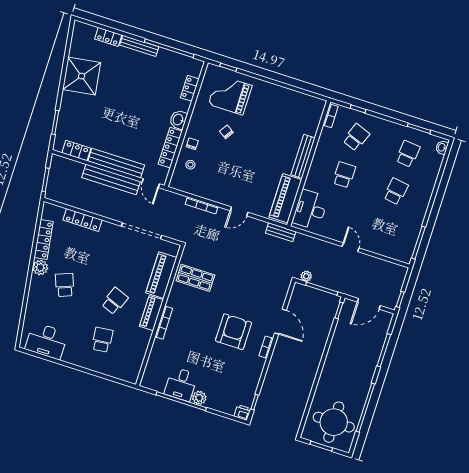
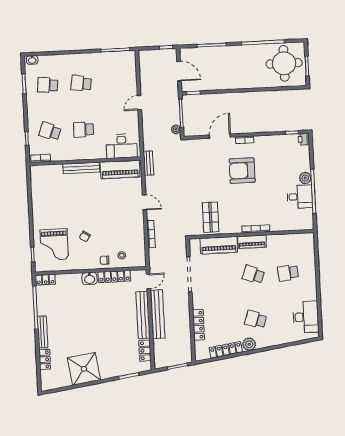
locker: (190, 88) -> (46, 280), moved
school desk: (65, 285) -> (256, 319), turned 39

